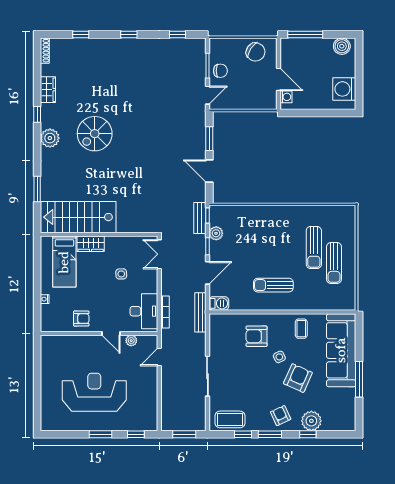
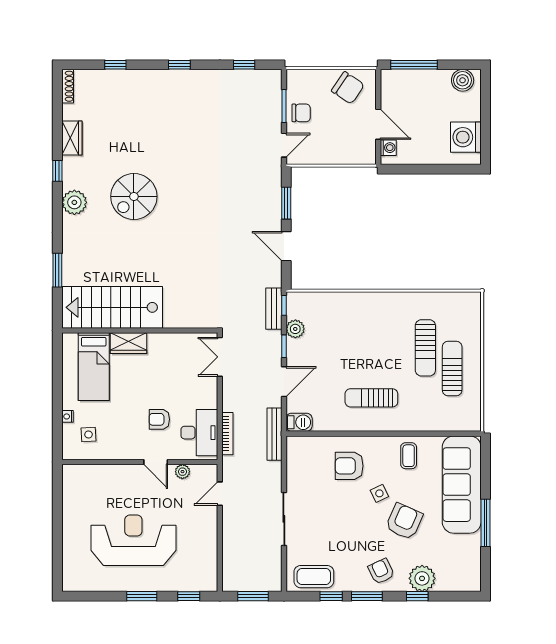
sun lounger: (334, 263) -> (452, 368), turned 180
side table: (121, 274) -> (88, 434), moved
armchair: (81, 319) -> (159, 419), moved, turned 180

